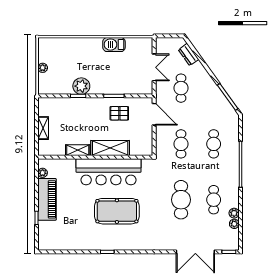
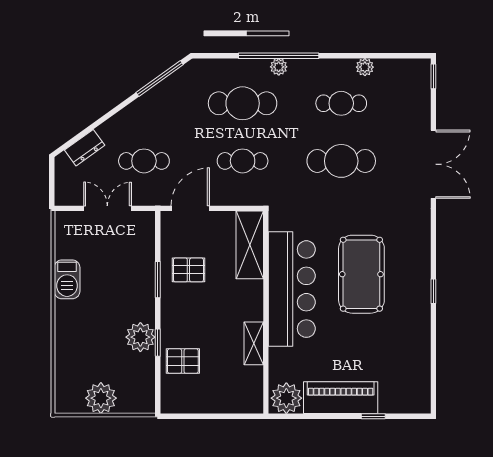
plant: (43, 68) -> (101, 398), width x1.88, depth x1.88
pallet: (68, 110) -> (183, 361), added
pallet: (119, 113) -> (188, 270), turned 90
shelving: (43, 128) -> (215, 405), removed
cafe table: (214, 144) -> (243, 103), width x1.37, depth x1.35
shelving: (110, 148) -> (250, 245), moved
plant: (43, 173) -> (286, 398), width x1.88, depth x1.88
plant: (234, 224) -> (279, 67), moved
double door: (195, 252) -> (433, 164), moved

